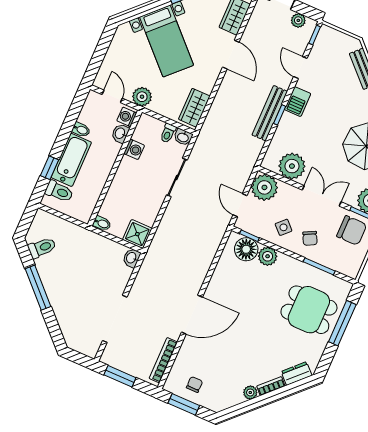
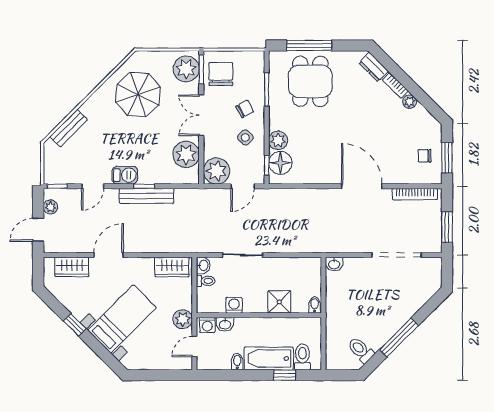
shower: (137, 234) -> (279, 302), moved

